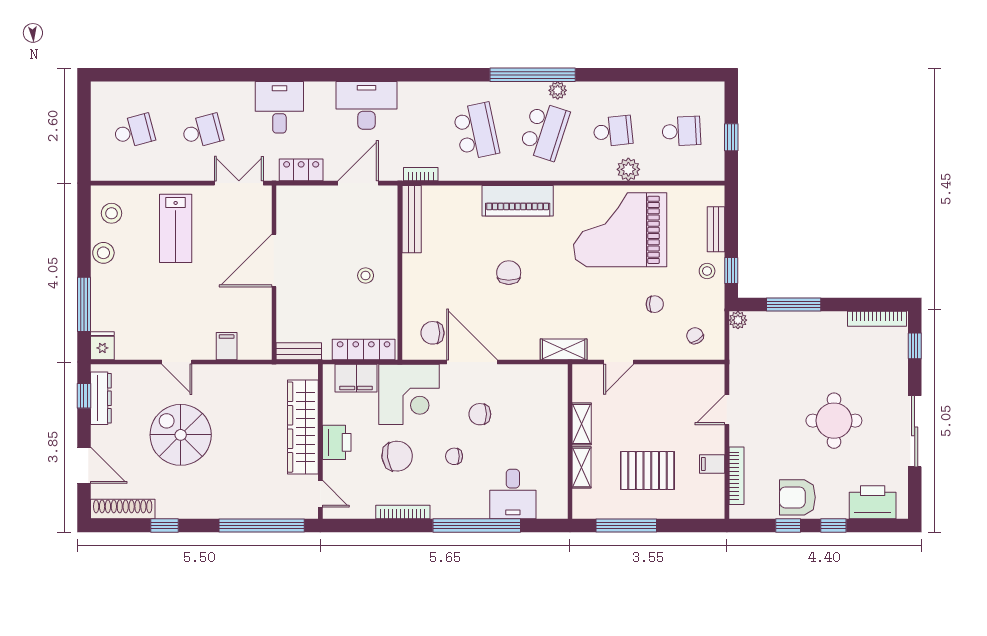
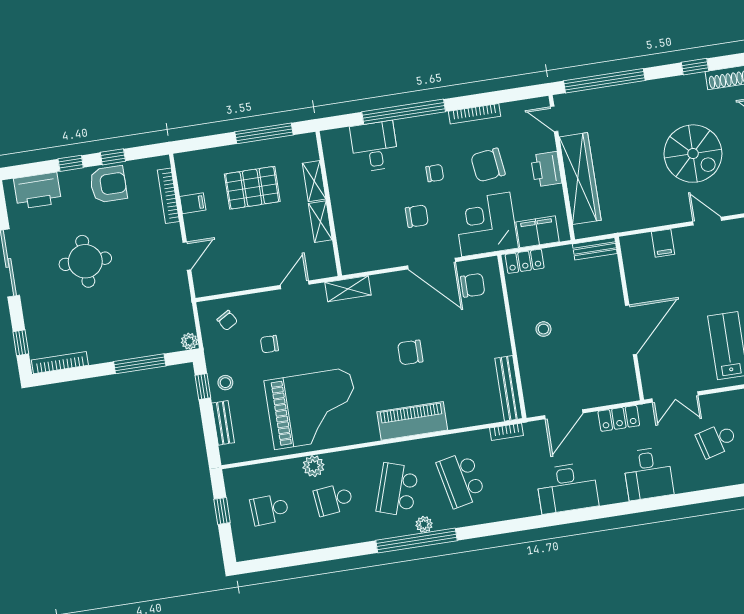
plant: (558, 90) -> (424, 524), moved
chair: (509, 273) -> (410, 352), turned 90
locker: (364, 349) -> (525, 261), width x0.66

